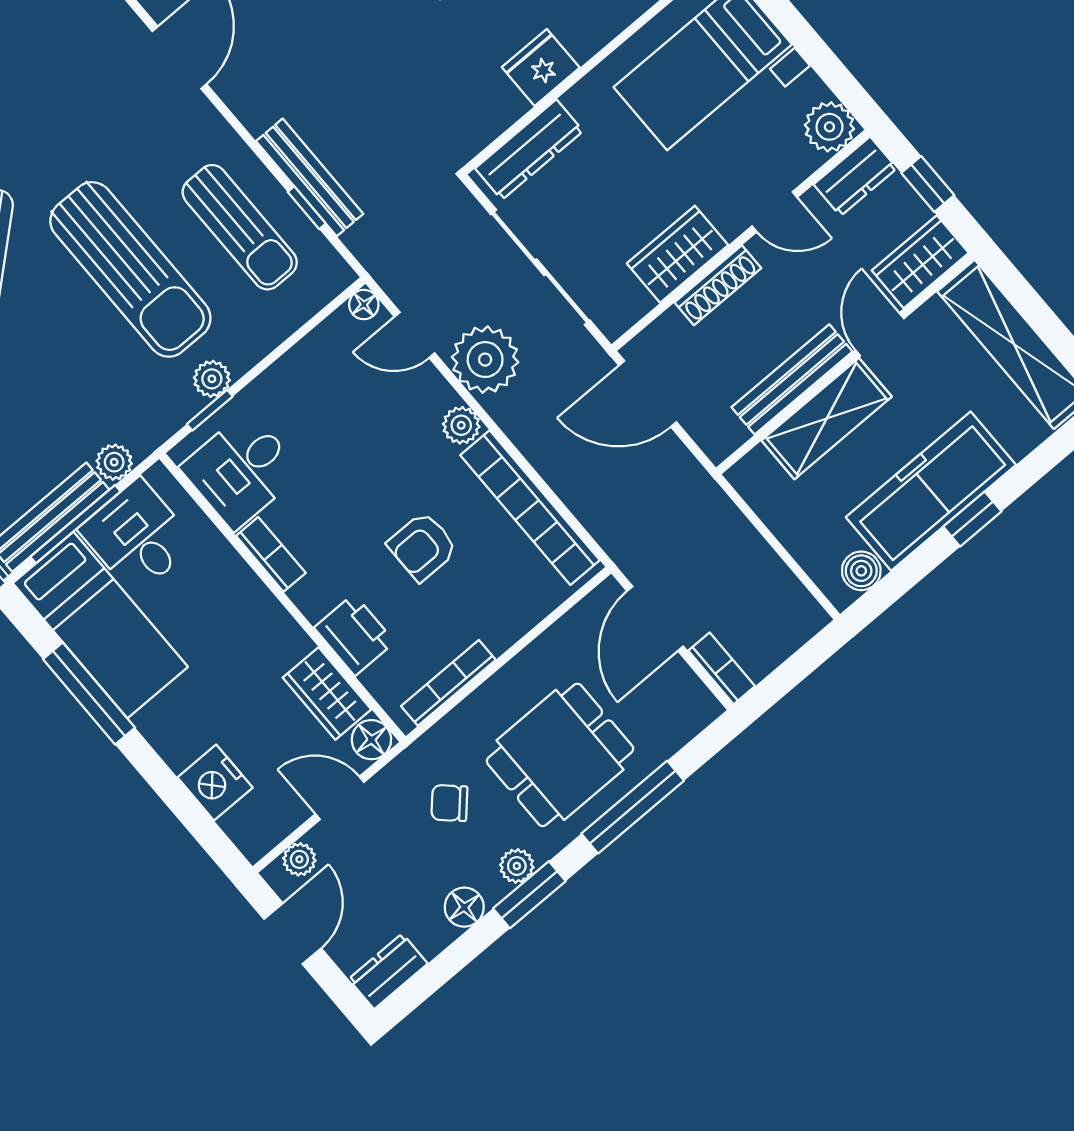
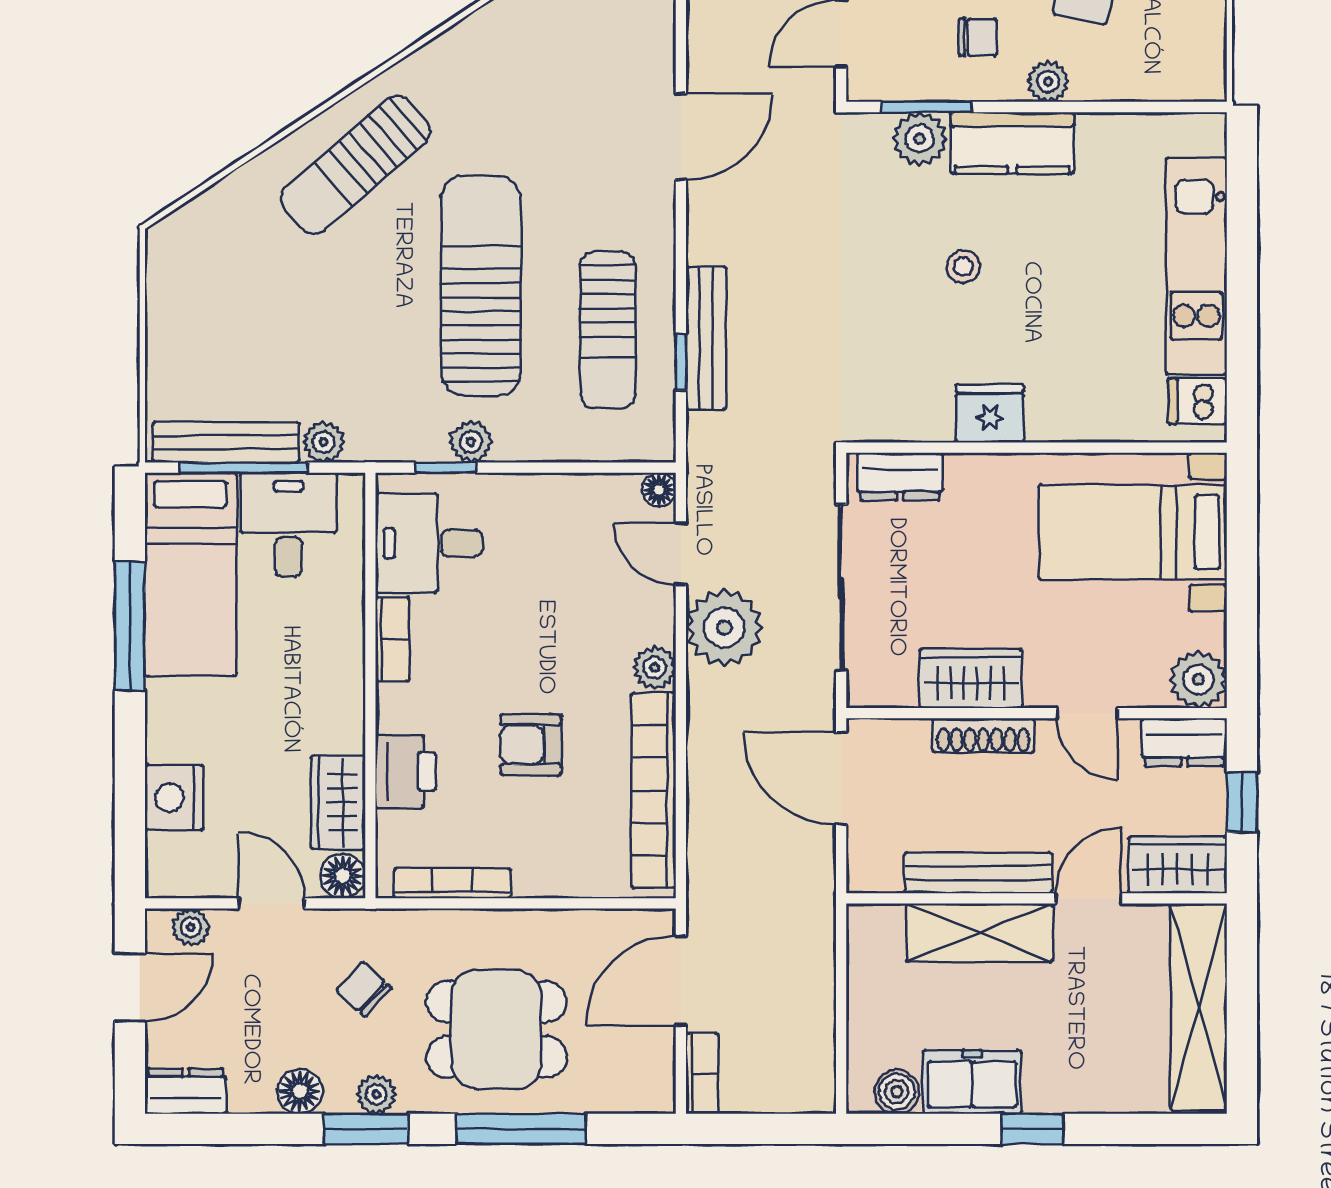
dresser: (529, 150) -> (900, 477), width x0.70
sun lounger: (130, 269) -> (481, 286), turned 180
freezer: (931, 491) -> (972, 1082), width x0.52, depth x0.79

